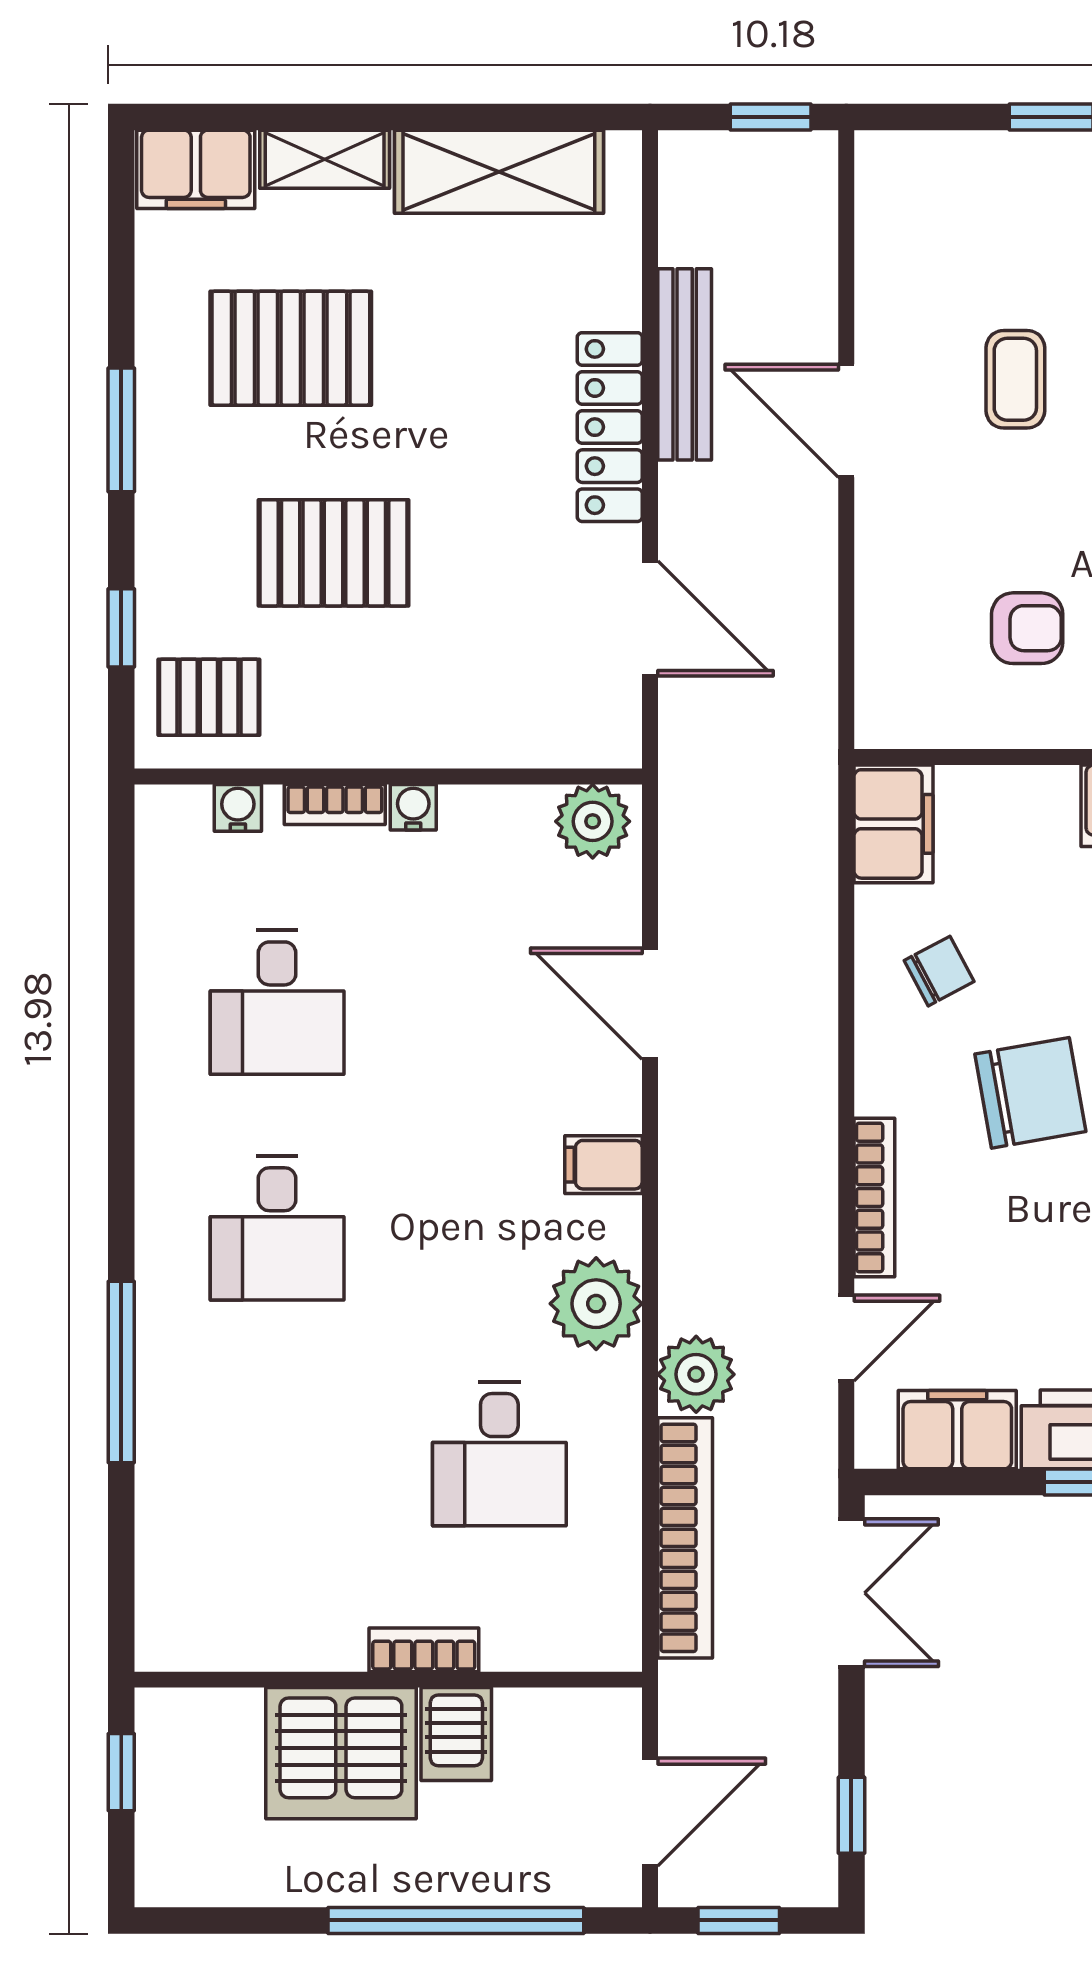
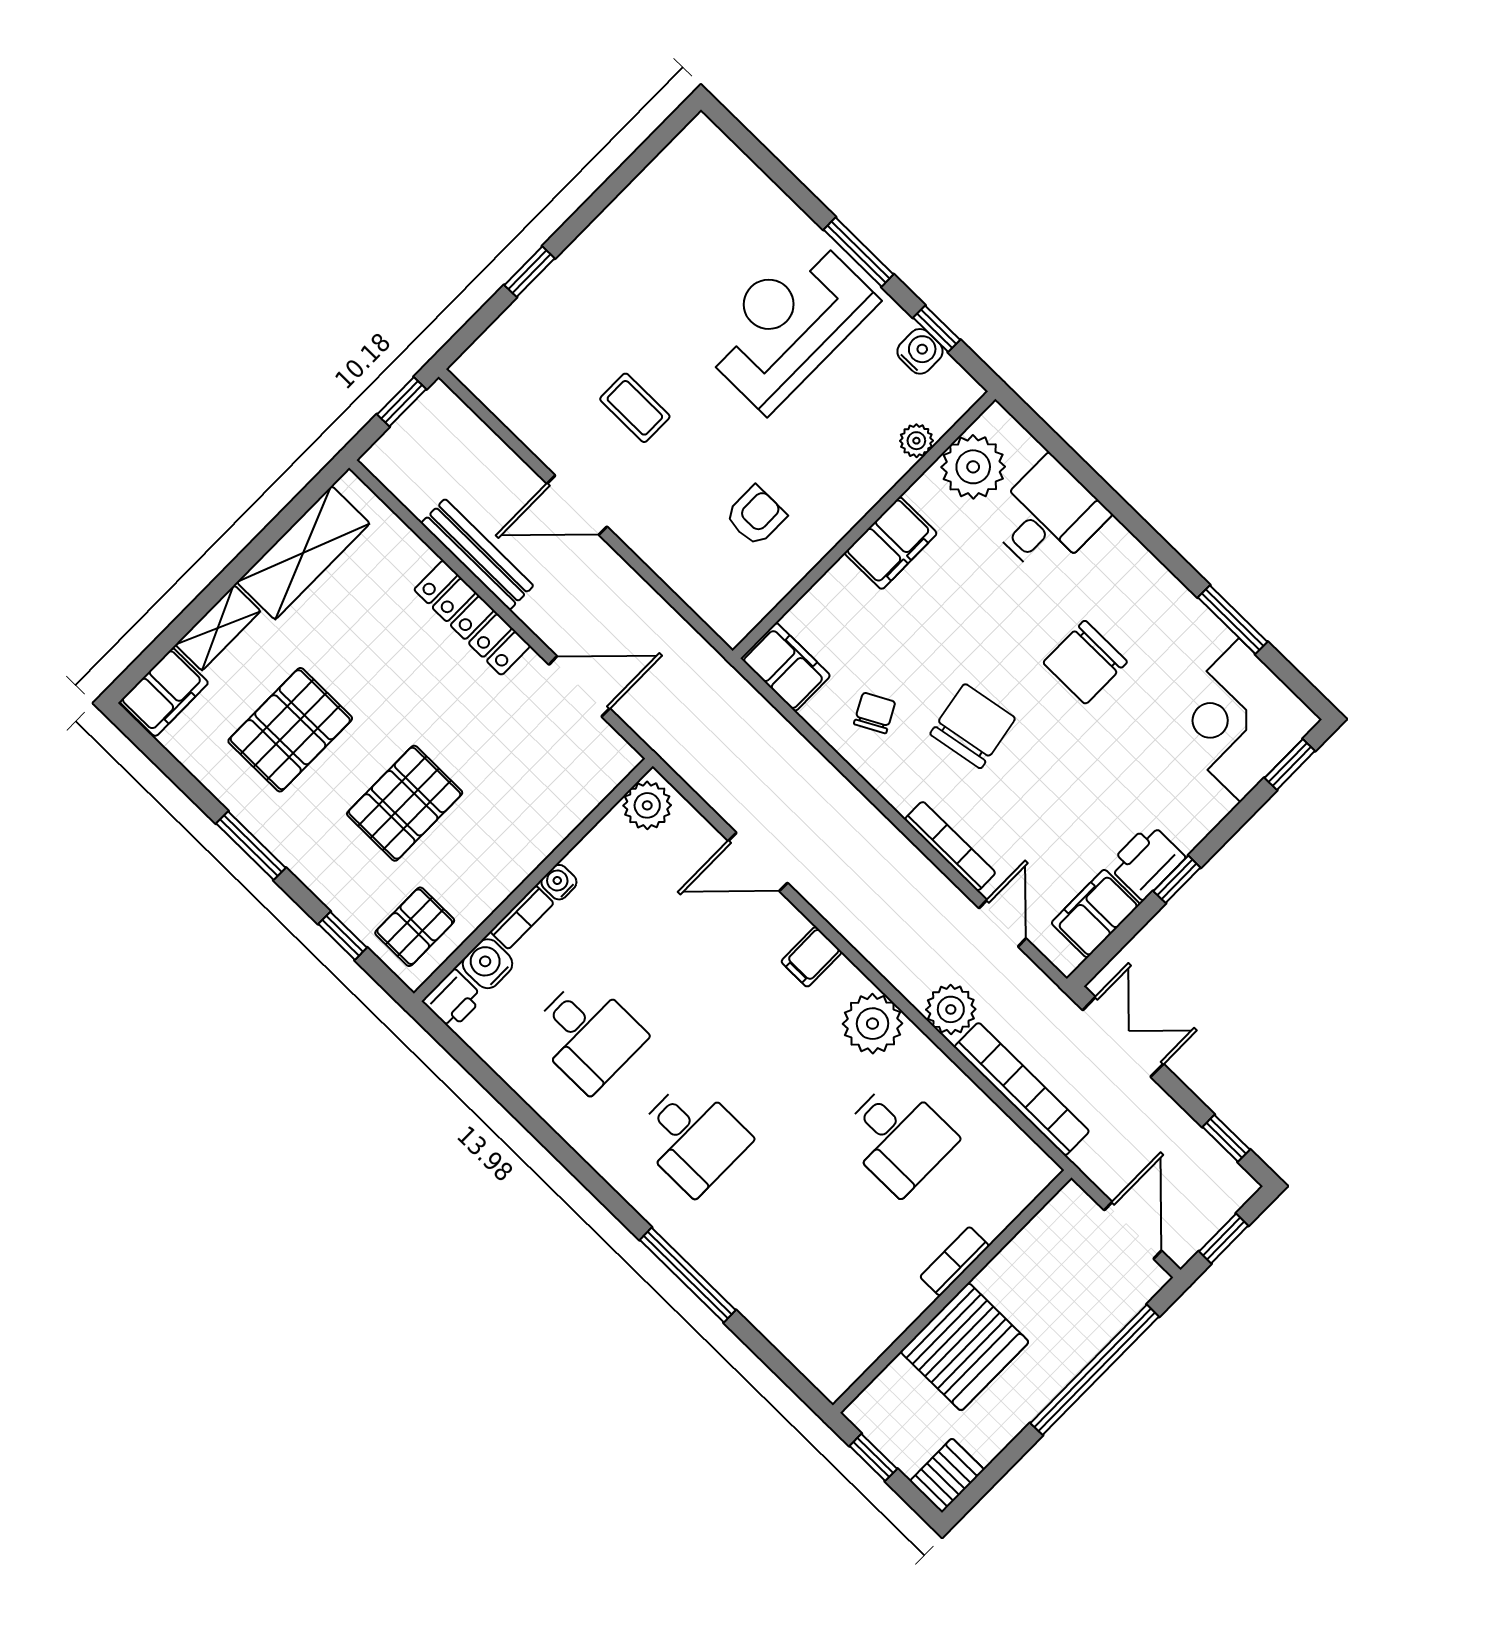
water cooler: (238, 808) -> (488, 964), width x1.38, depth x1.38
printer: (170, 817) -> (453, 999), added
server rack: (456, 1734) -> (947, 1475), moved, turned -90

